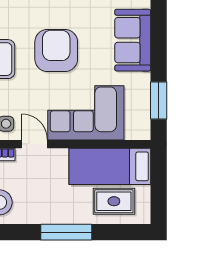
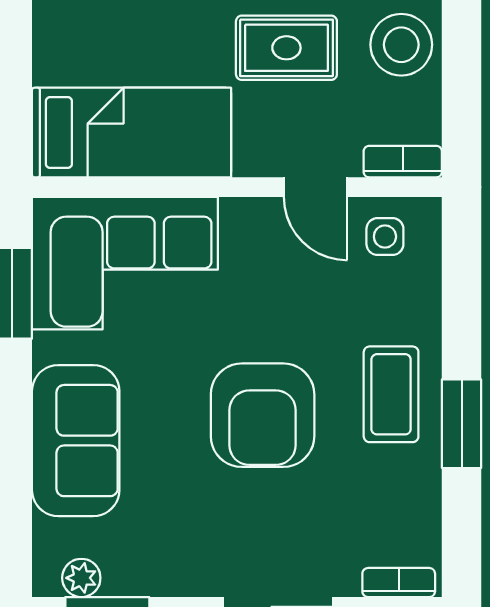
corner sofa: (86, 113) -> (125, 263), moved
rug: (114, 201) -> (286, 48), moved

